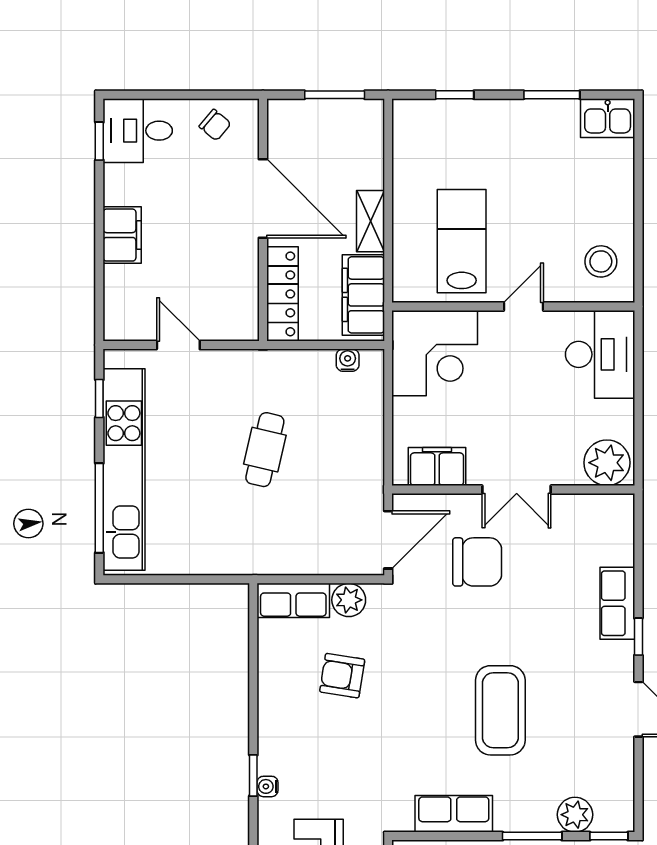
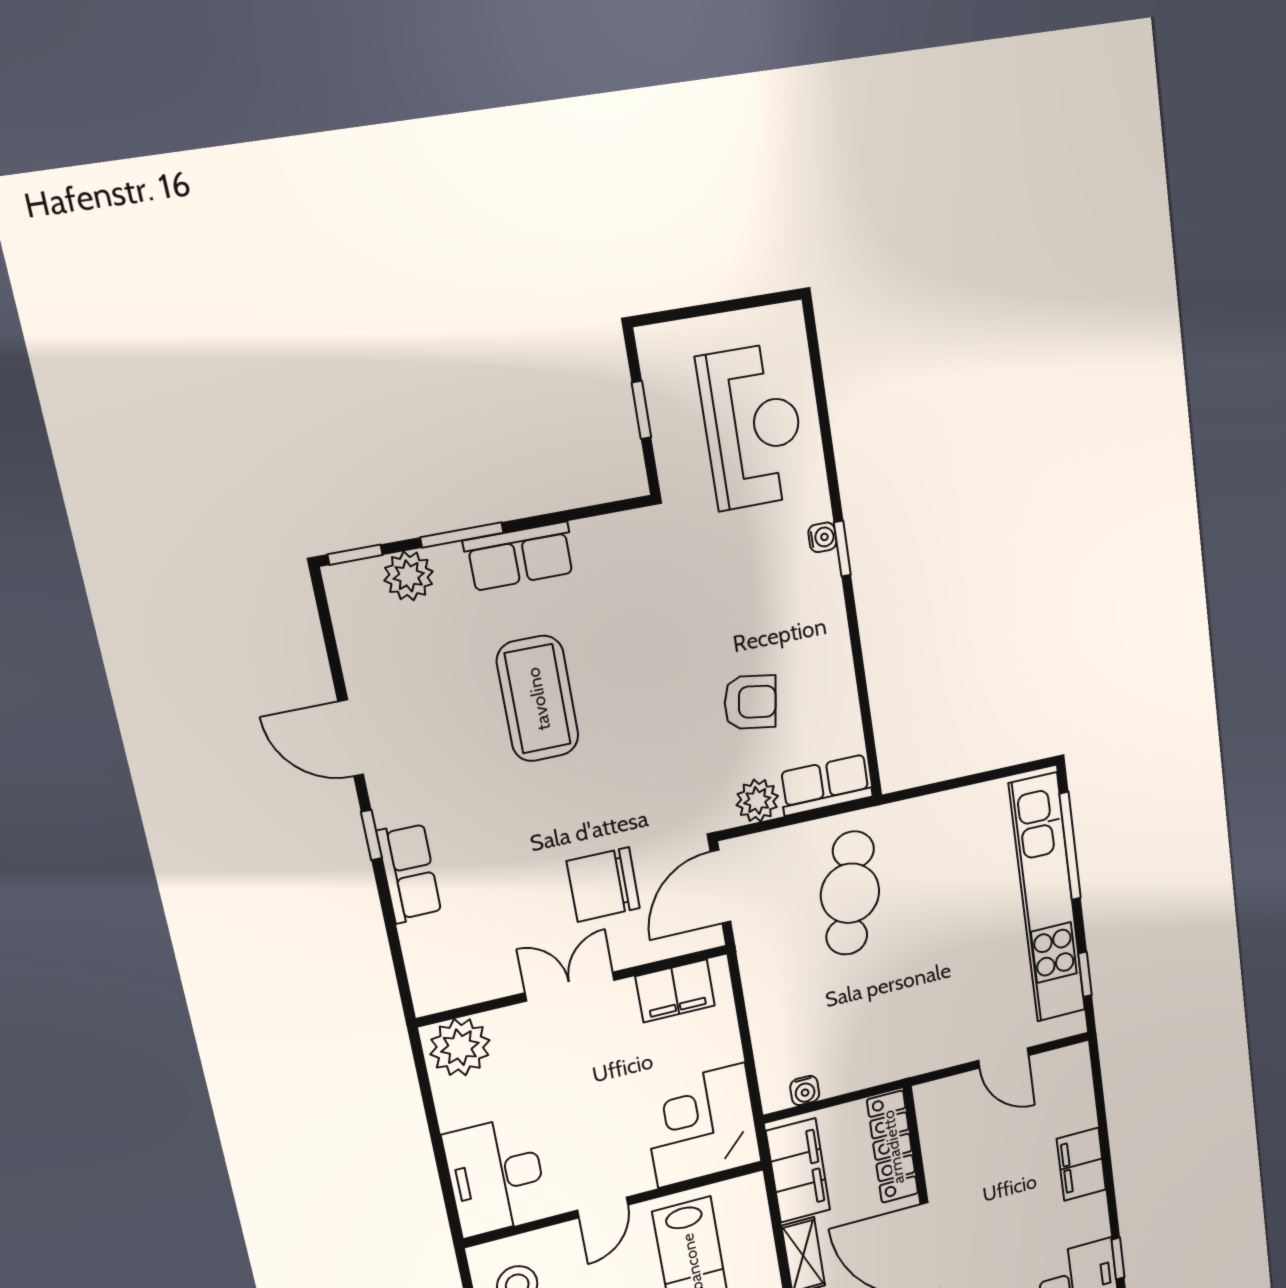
cafe table: (265, 450) -> (850, 893), moved, width x1.37, depth x1.35
row of seats: (454, 814) -> (520, 556), moved

